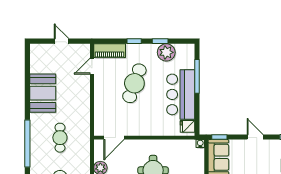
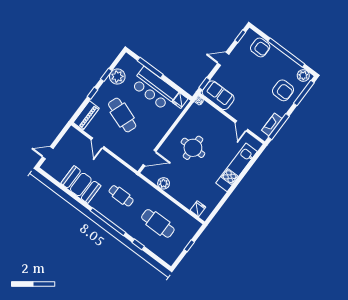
door: (62, 41) -> (48, 153), moved
door: (92, 66) -> (97, 143), moved
door: (114, 138) -> (149, 158), hinge flipped

